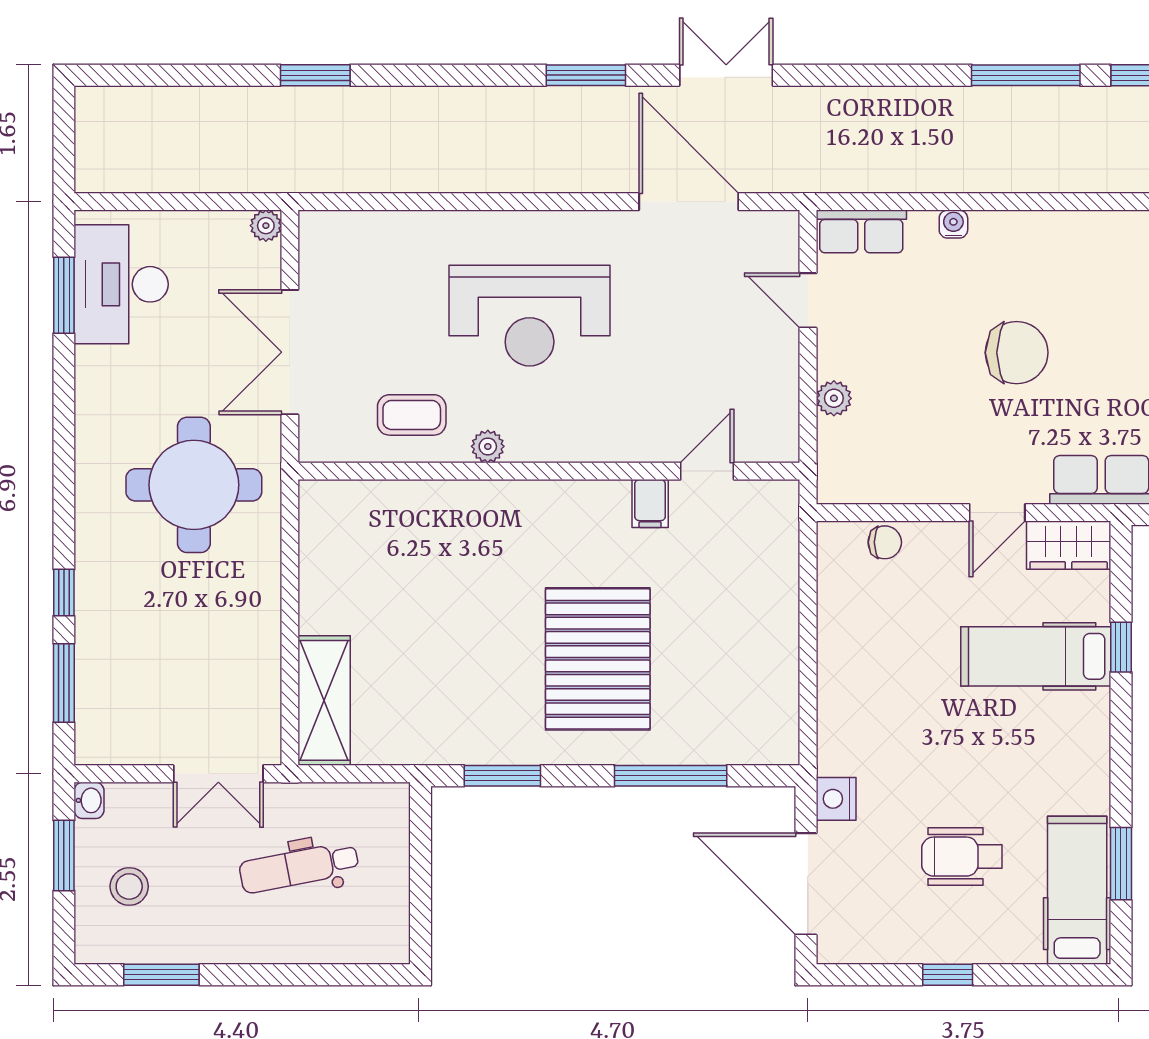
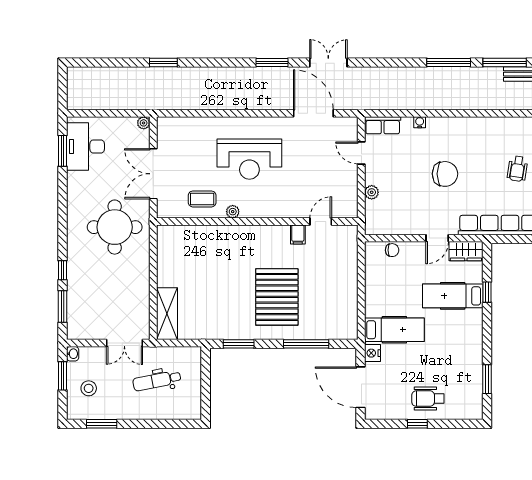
wheelchair: (962, 857) -> (428, 399), moved
hospital bed: (1077, 890) -> (394, 330), moved, turned 90

